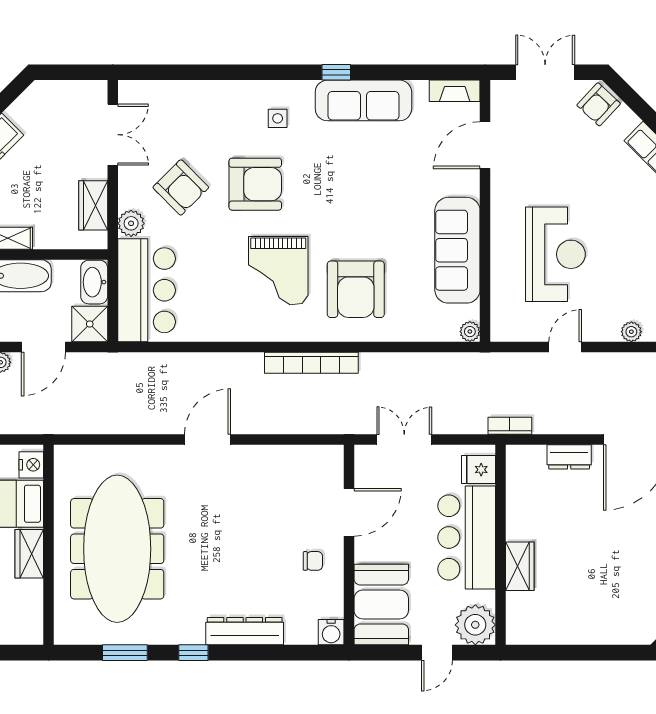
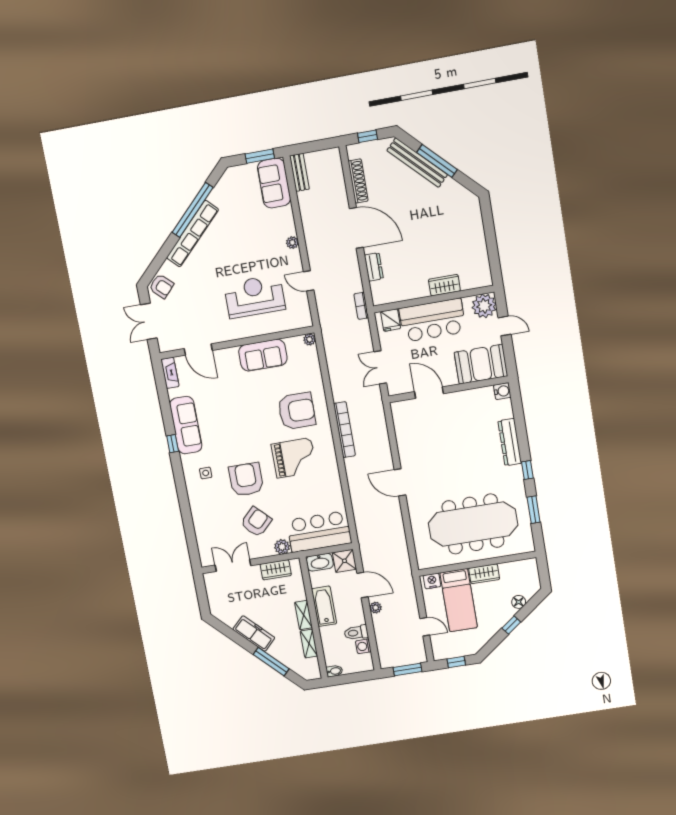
sofa: (457, 250) -> (263, 355), width x0.73
chair: (313, 561) -> (461, 409), removed

